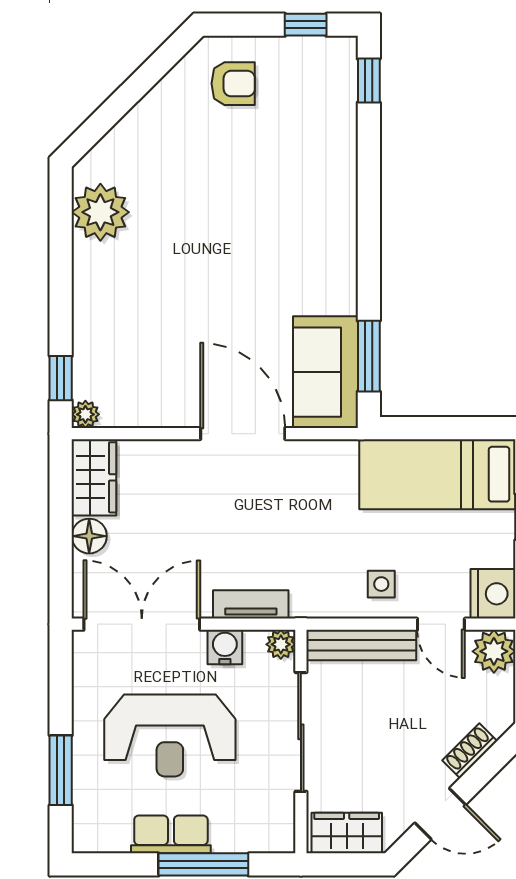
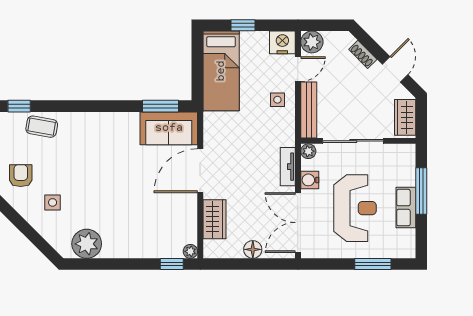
coffee table: (329, 124) -> (42, 127), added
side table: (181, 146) -> (53, 202), added
wardrobe: (94, 477) -> (214, 219), moved, turned 90

